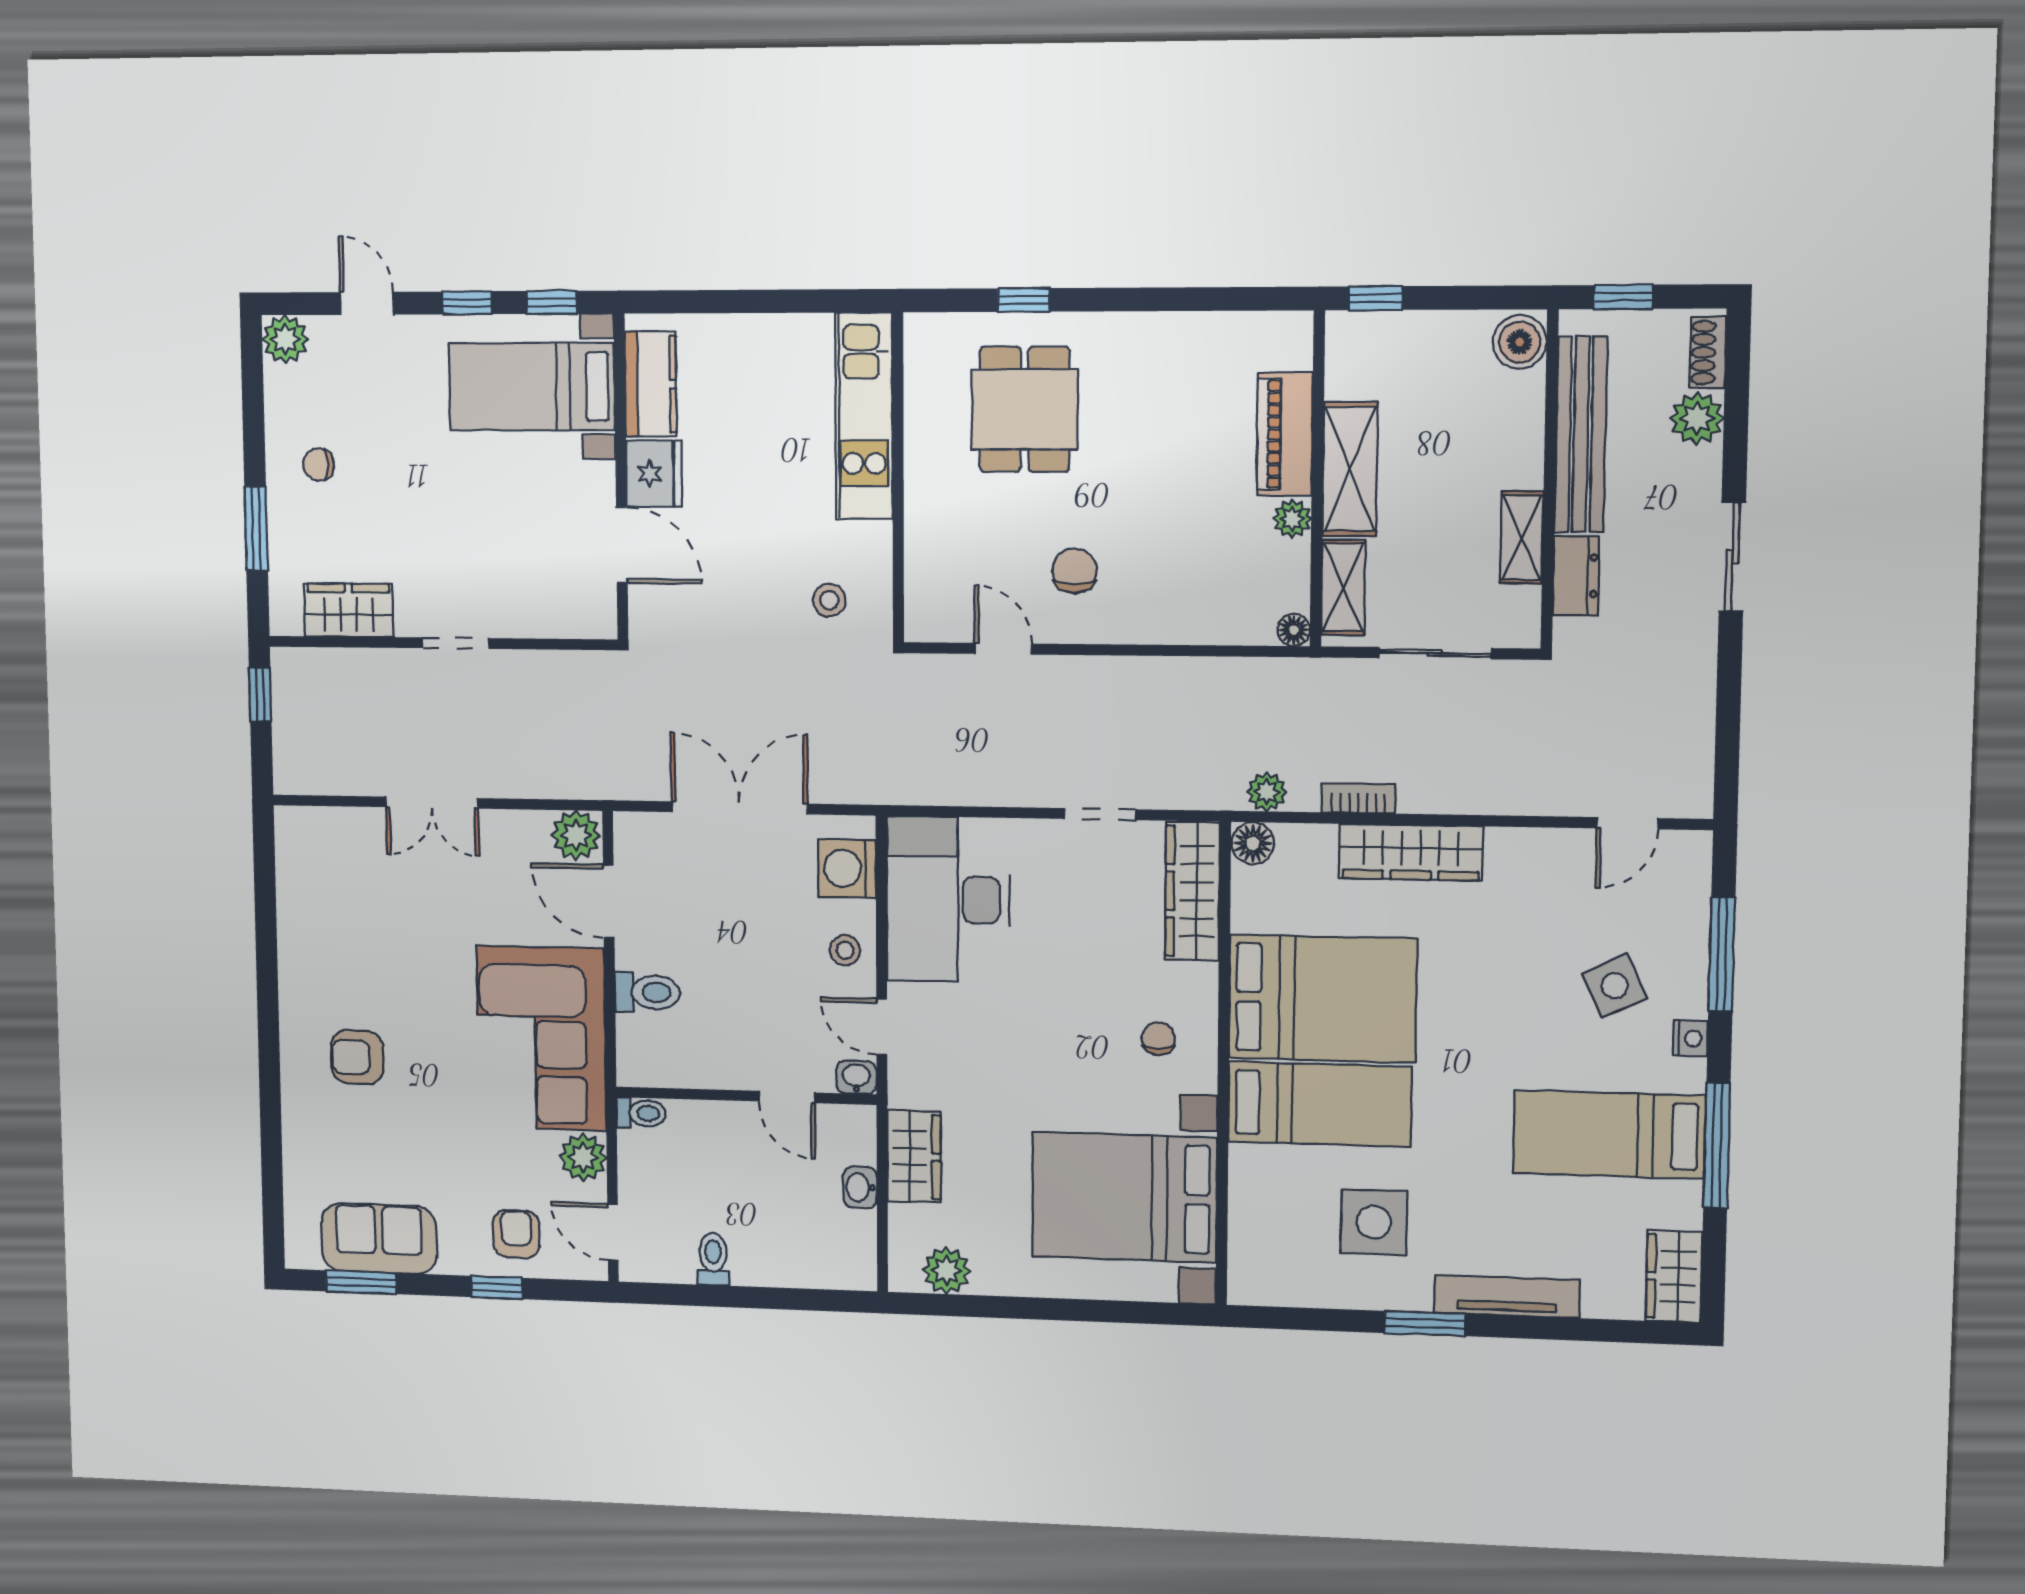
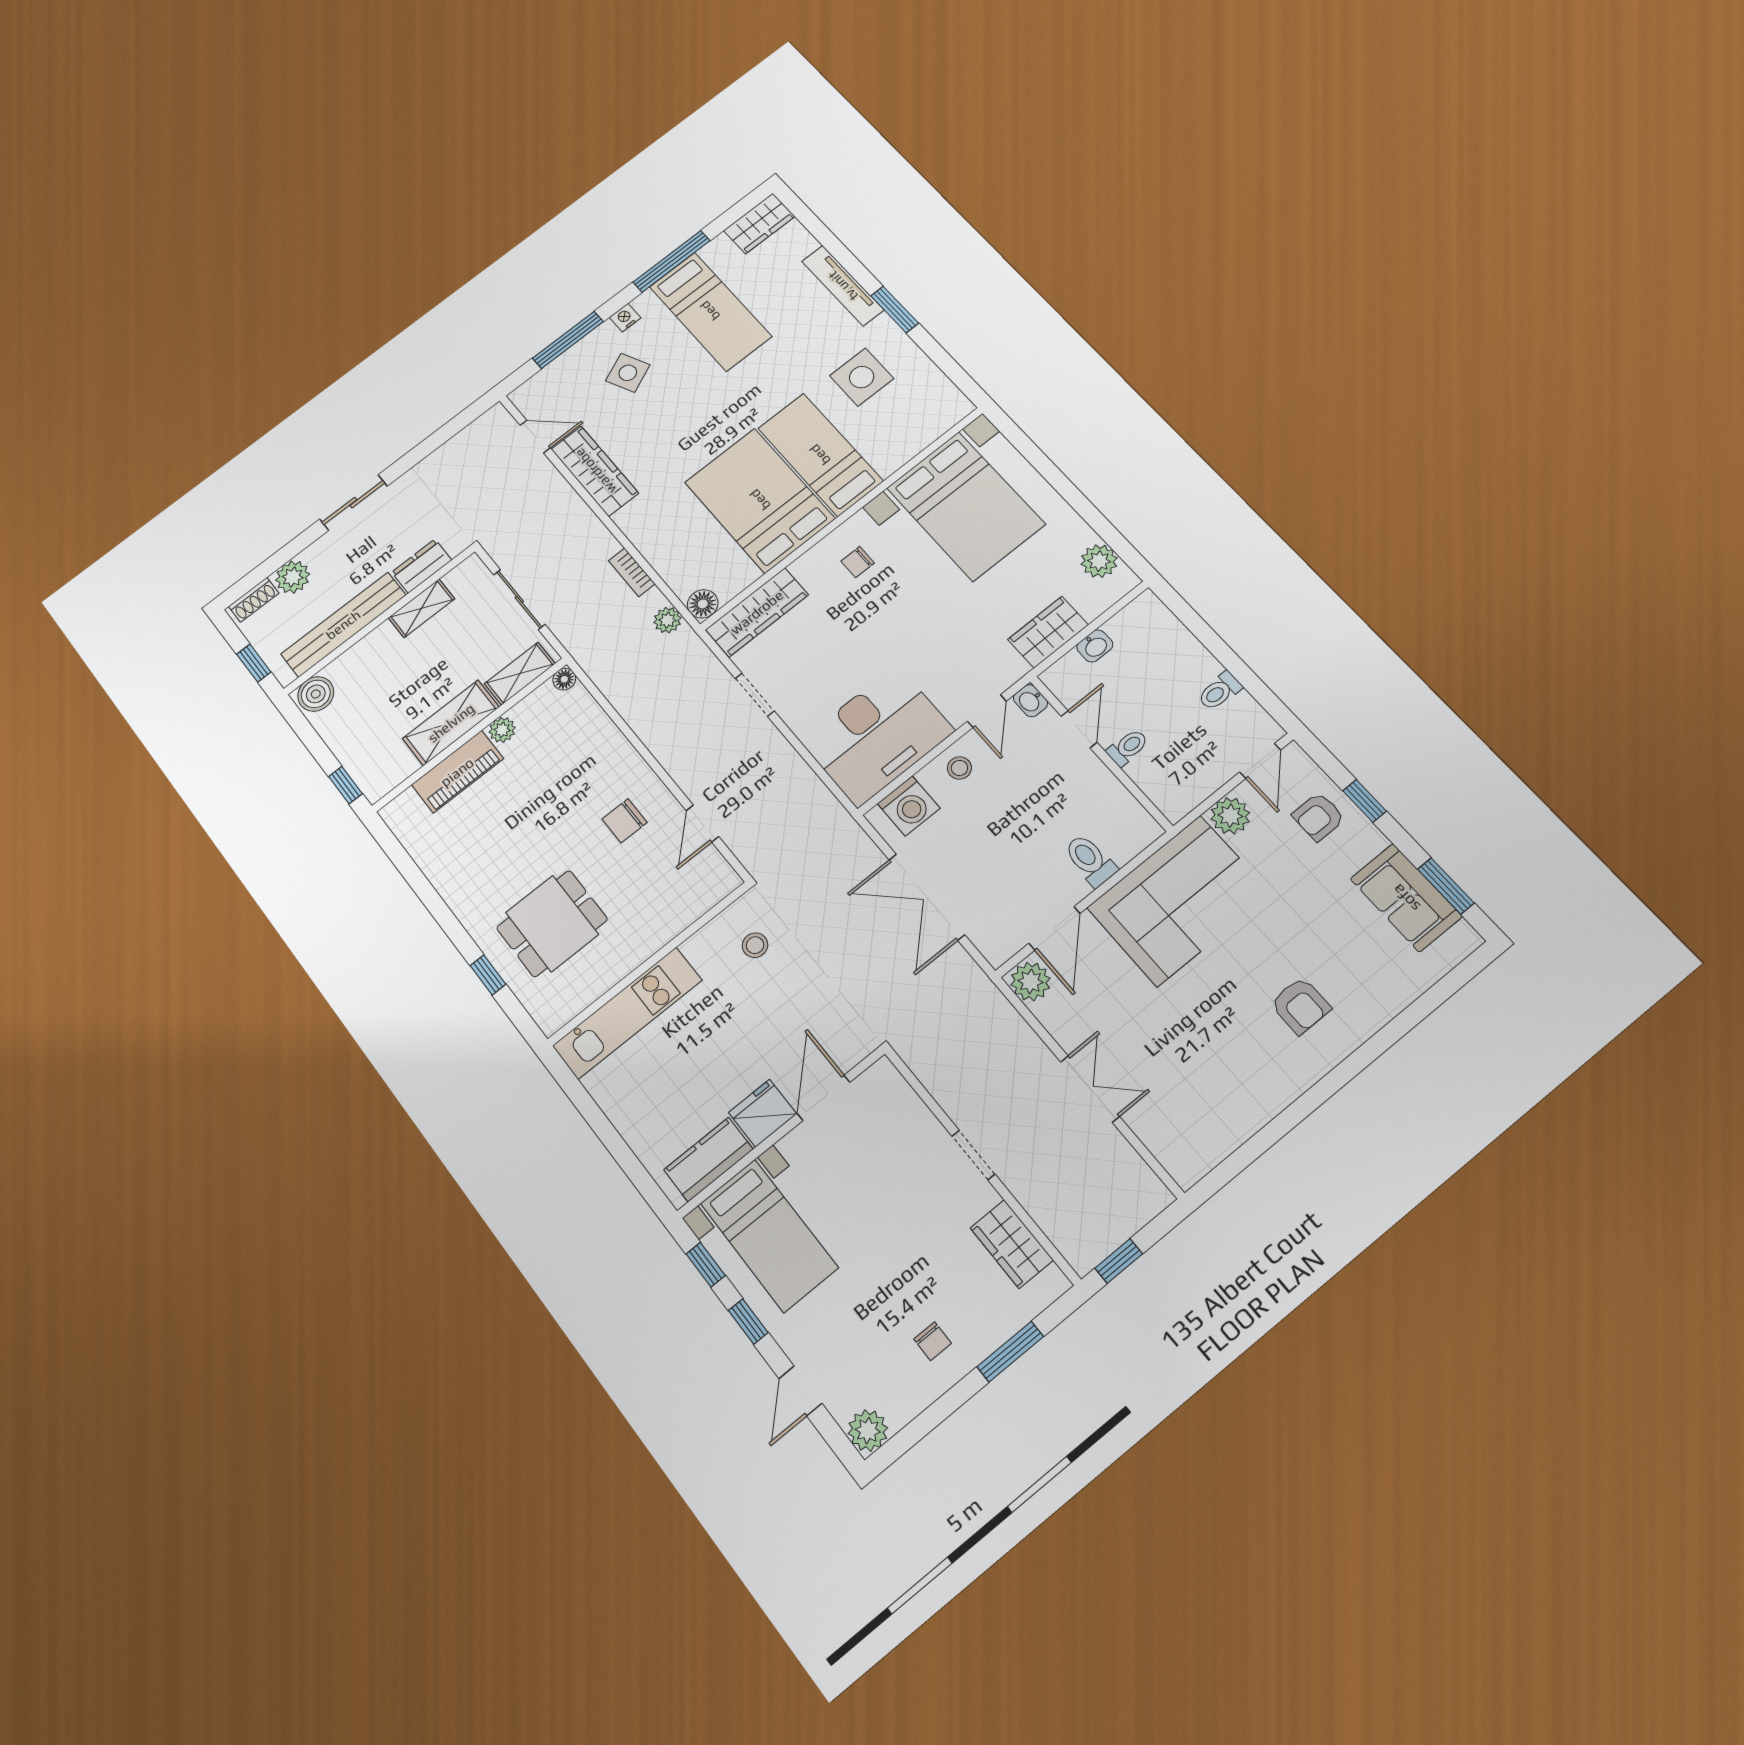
wardrobe: (1411, 852) -> (595, 471), moved
toilet: (641, 1113) -> (1128, 747), moved, turned 90

